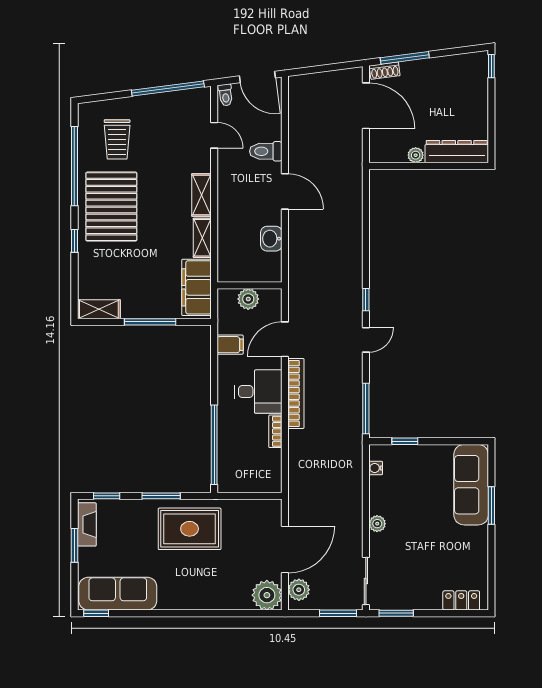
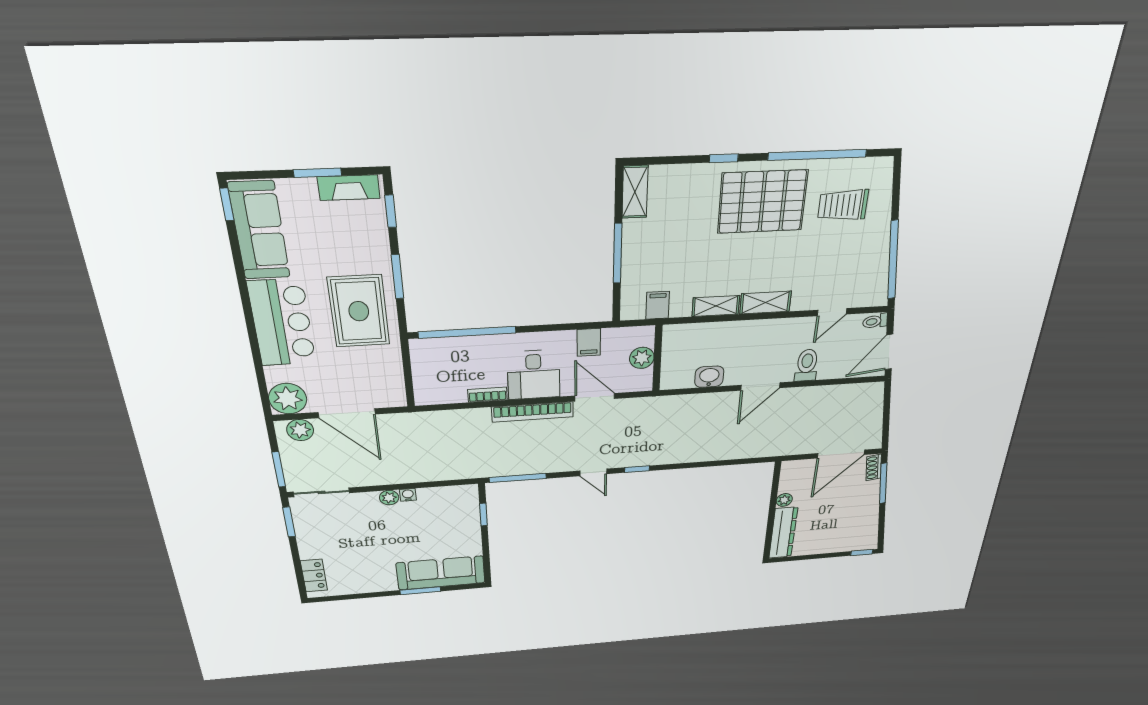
filing cabinet: (196, 287) -> (658, 305), width x0.33, depth x0.86
water cooler: (376, 468) -> (408, 495), moved
bar counter: (196, 589) -> (282, 323), added

